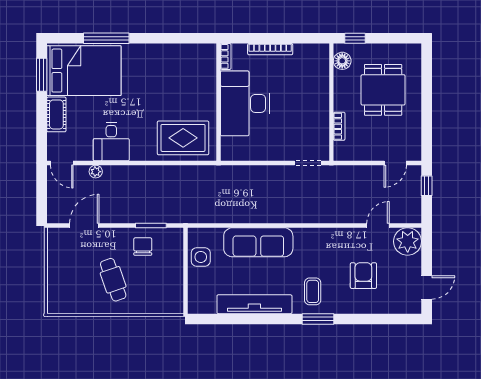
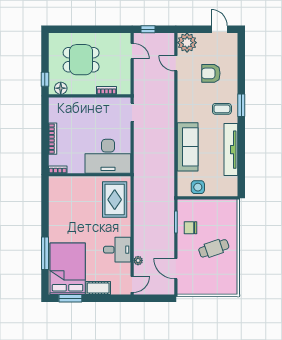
desk: (245, 103) -> (108, 156), moved

